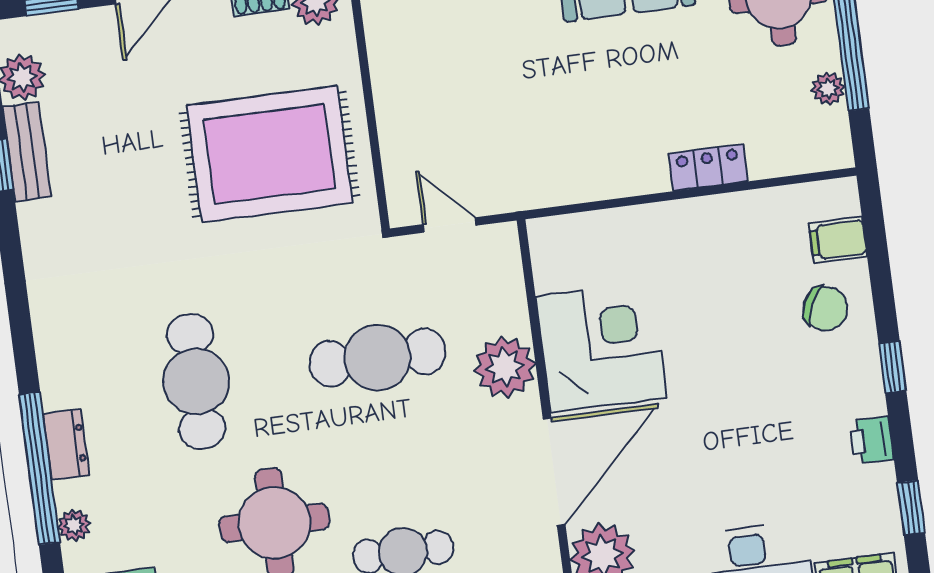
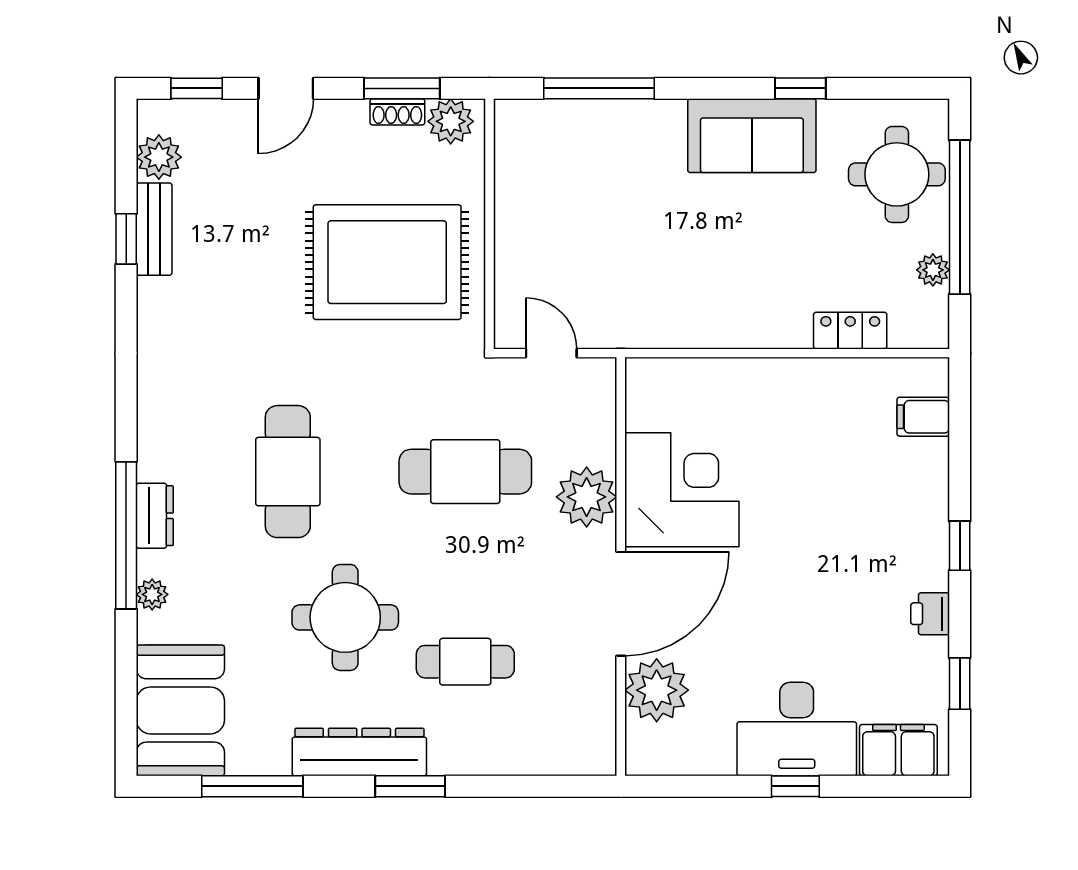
locker: (708, 167) -> (850, 331), moved
chair: (825, 309) -> (902, 481), removed

